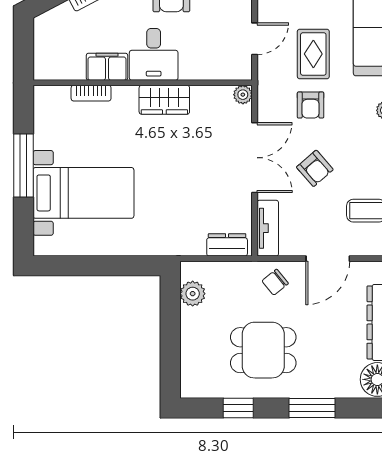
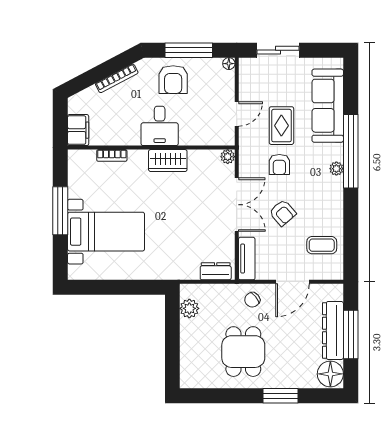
filing cabinet: (107, 67) -> (78, 130), moved, turned 90
dining table: (263, 350) -> (243, 352), turned 90
window: (238, 408) -> (224, 396), removed

